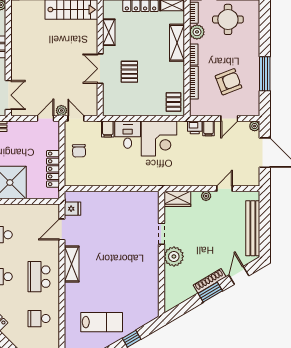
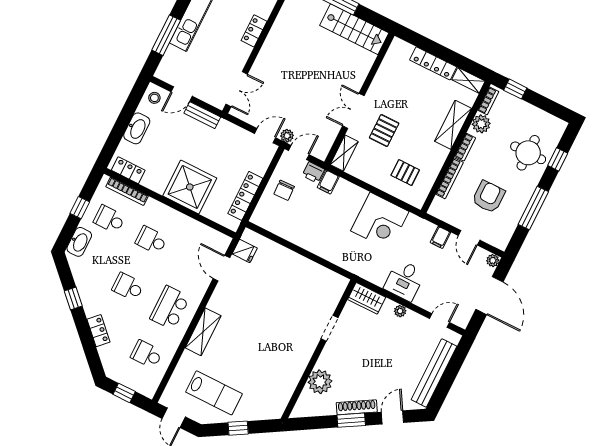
round table: (228, 19) -> (528, 153), moved
window: (265, 30) -> (558, 159), added
shelving: (109, 32) -> (344, 153), moved
armchair: (229, 82) -> (489, 197), turned -69
pallet: (174, 102) -> (405, 173), moved, turned 90
door: (76, 118) -> (299, 153), hinge flipped
door: (229, 118) -> (469, 238), hinge flipped
printer: (195, 127) -> (313, 172), moved
desk: (128, 135) -> (404, 280), moved, turned 180
door: (225, 189) -> (440, 320), moved
door: (62, 229) -> (221, 268), hinge flipped
plant: (174, 256) -> (320, 382), moved
shelving: (72, 264) -> (203, 332), moved

